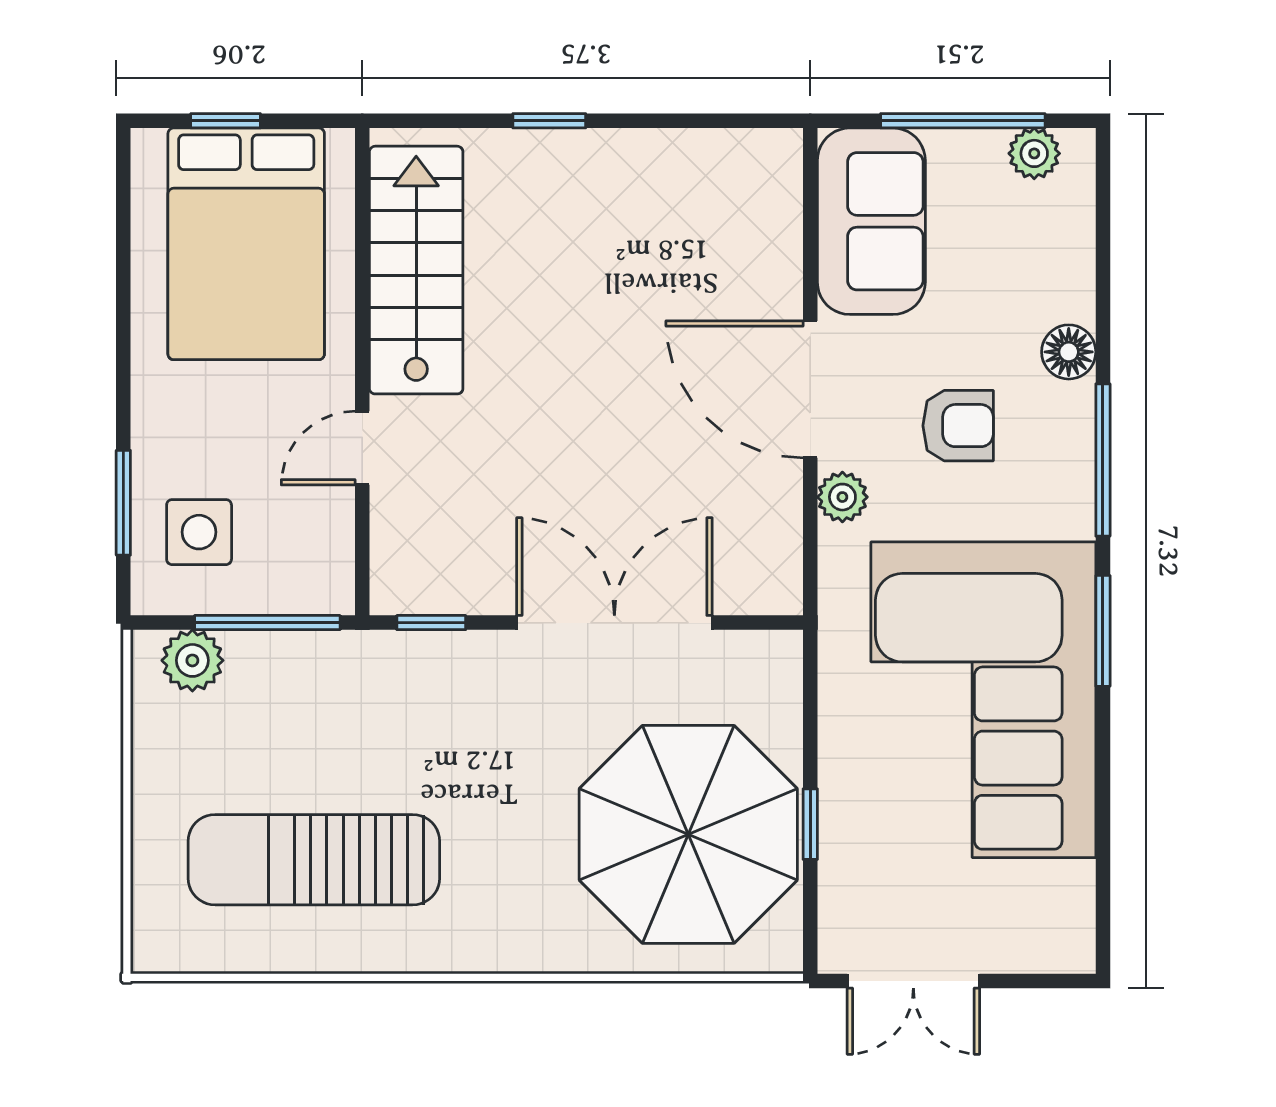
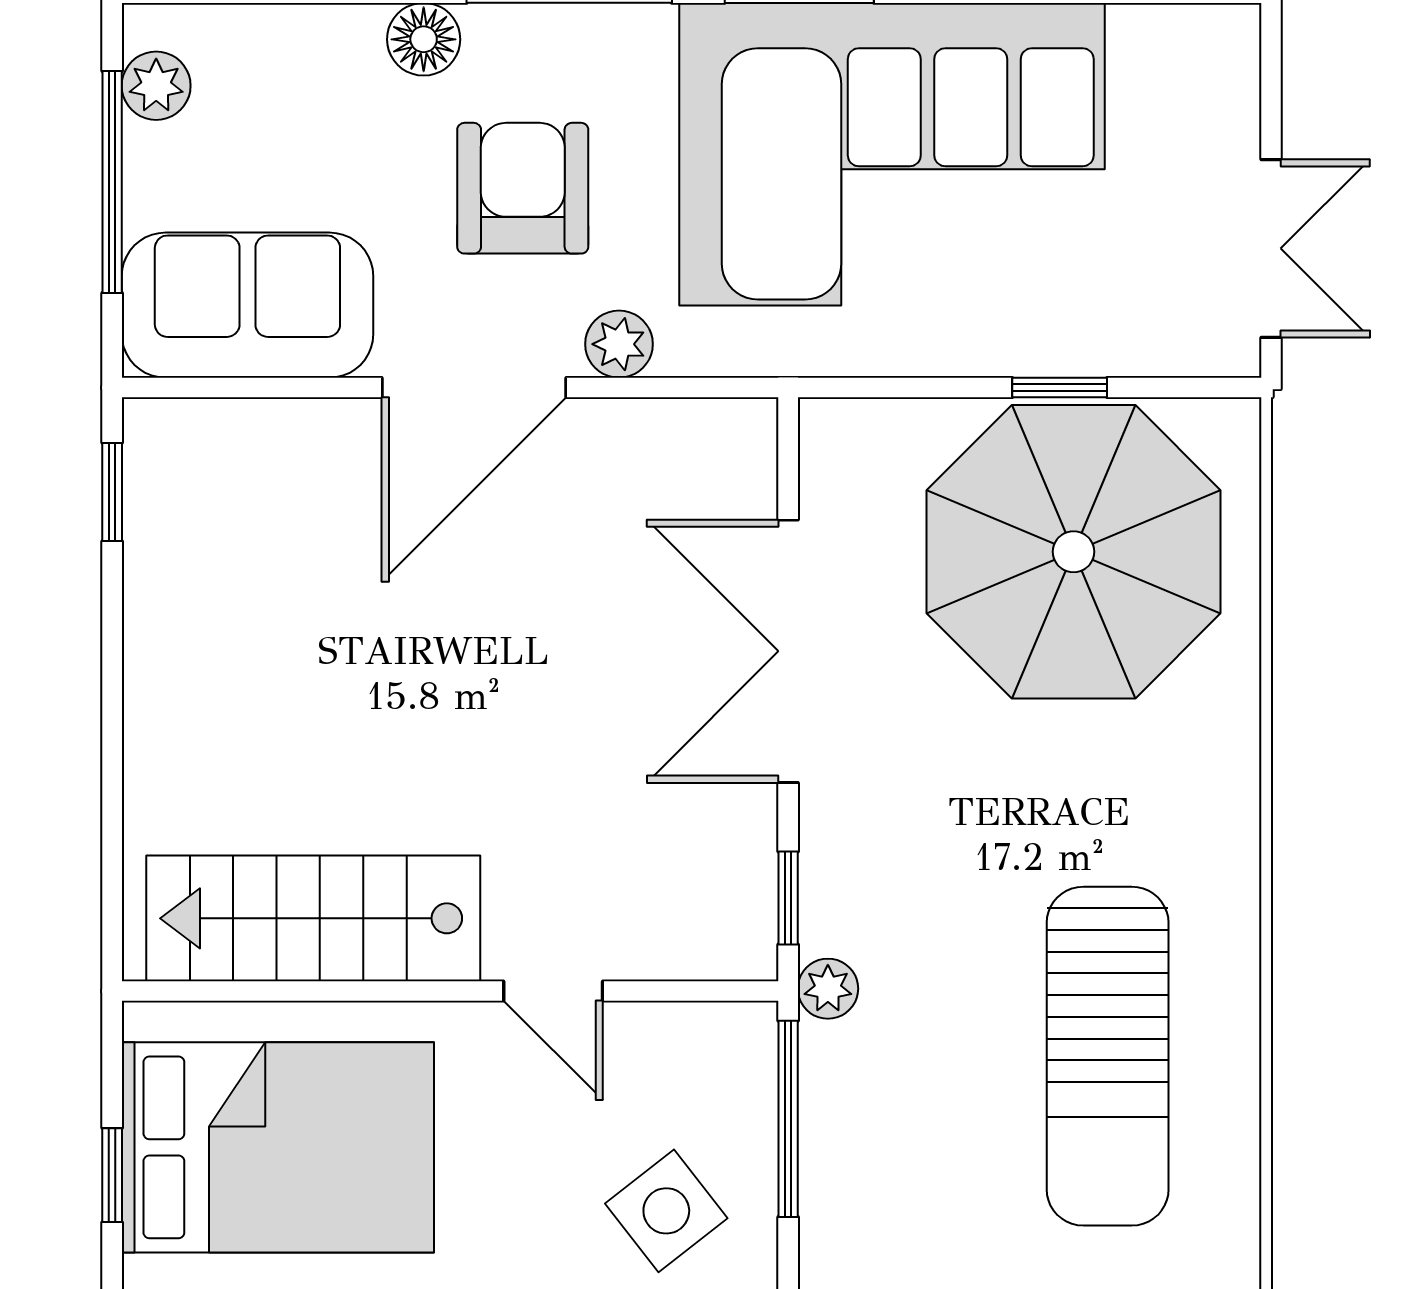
window: (549, 121) -> (112, 492), moved
armchair: (958, 426) -> (523, 188), width x1.38, depth x1.38
side table: (199, 532) -> (666, 1211), turned -38
plant: (192, 660) -> (828, 989), moved, width x0.73, depth x0.73

